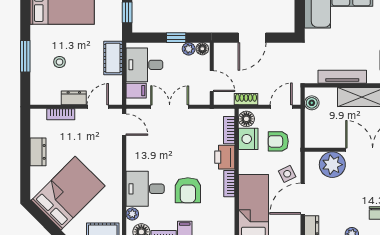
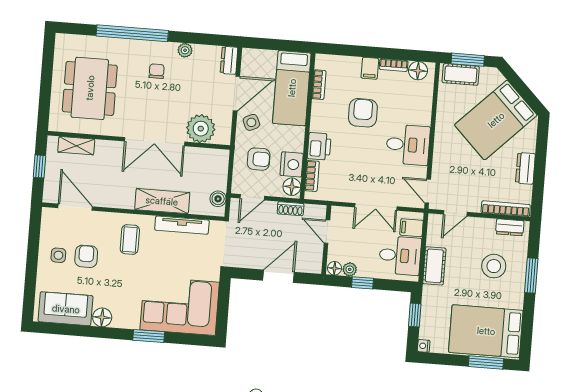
stool: (60, 62) -> (494, 266), width x1.89, depth x1.89
dresser: (74, 98) -> (510, 227), moved
bookcase: (61, 114) -> (506, 209), width x1.56
bookcase: (229, 184) -> (319, 85), moved
desk: (145, 189) -> (408, 145), moved
plant: (132, 214) -> (426, 91), removed

